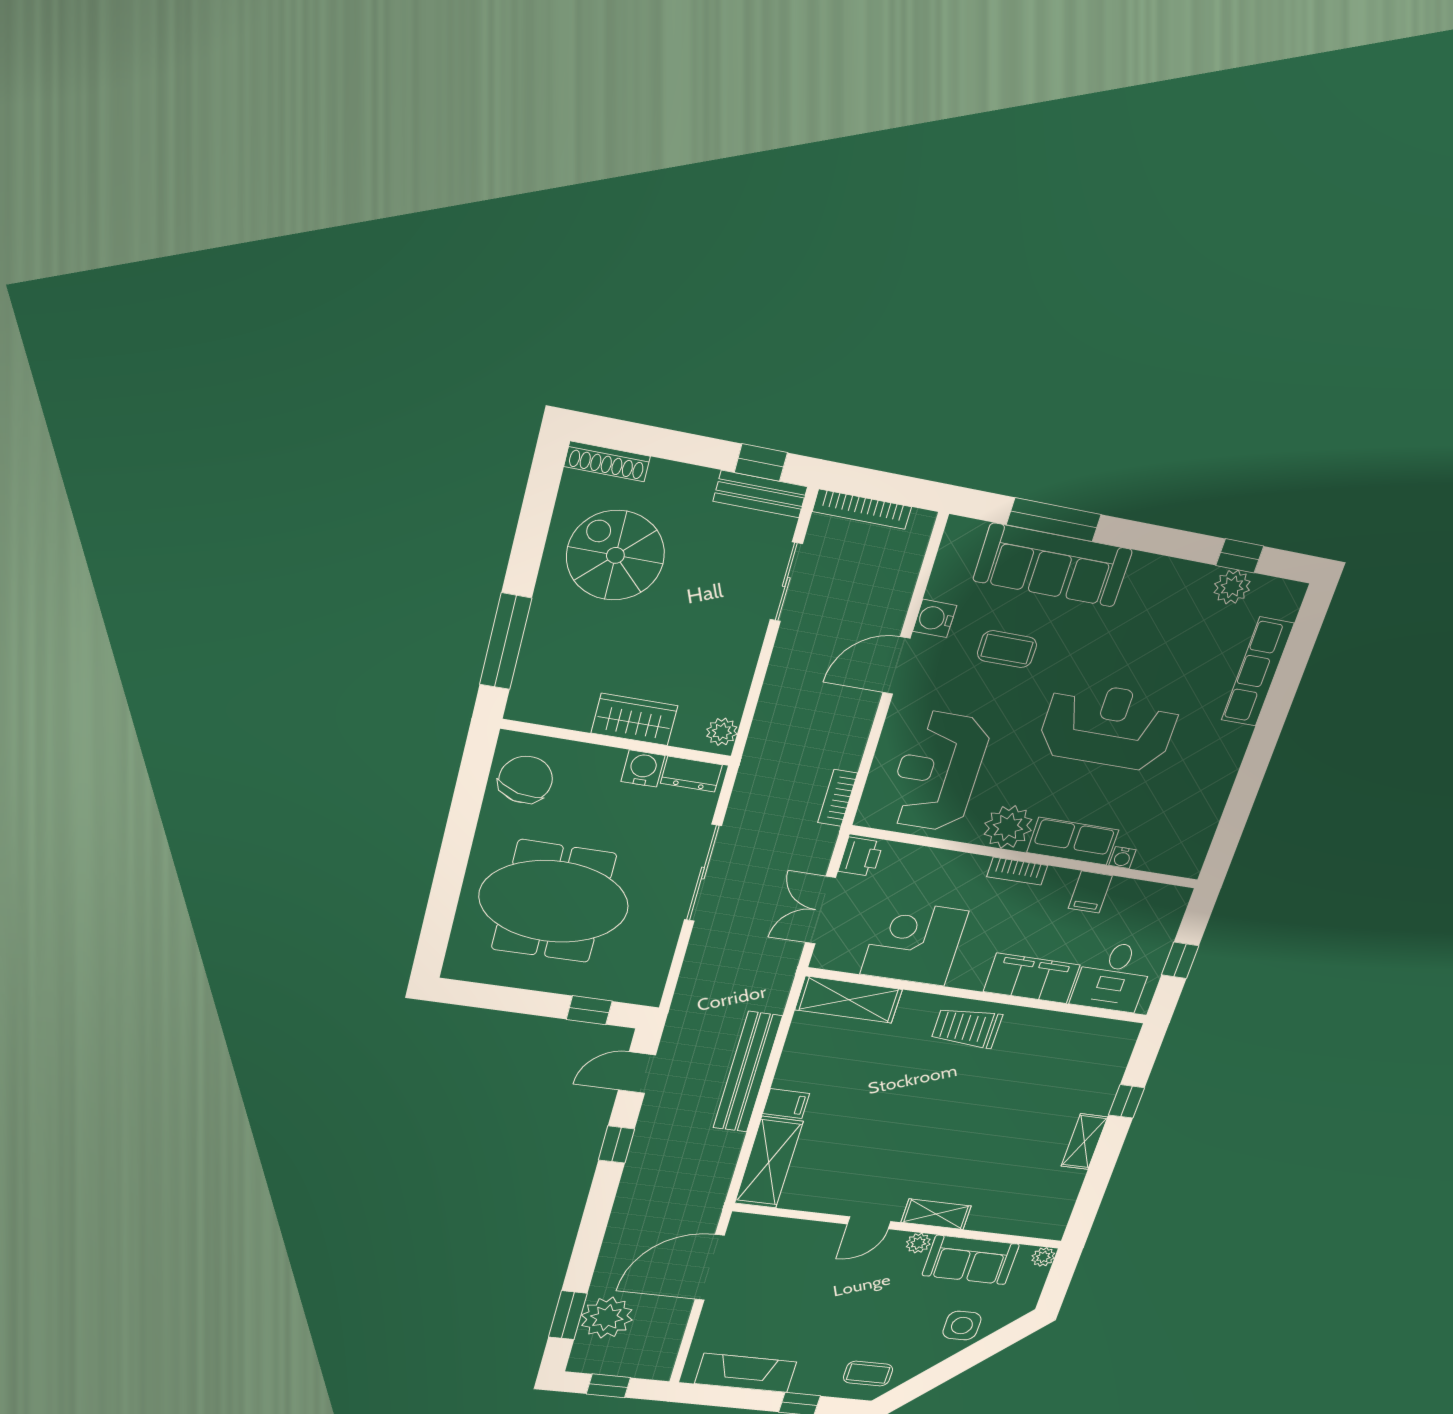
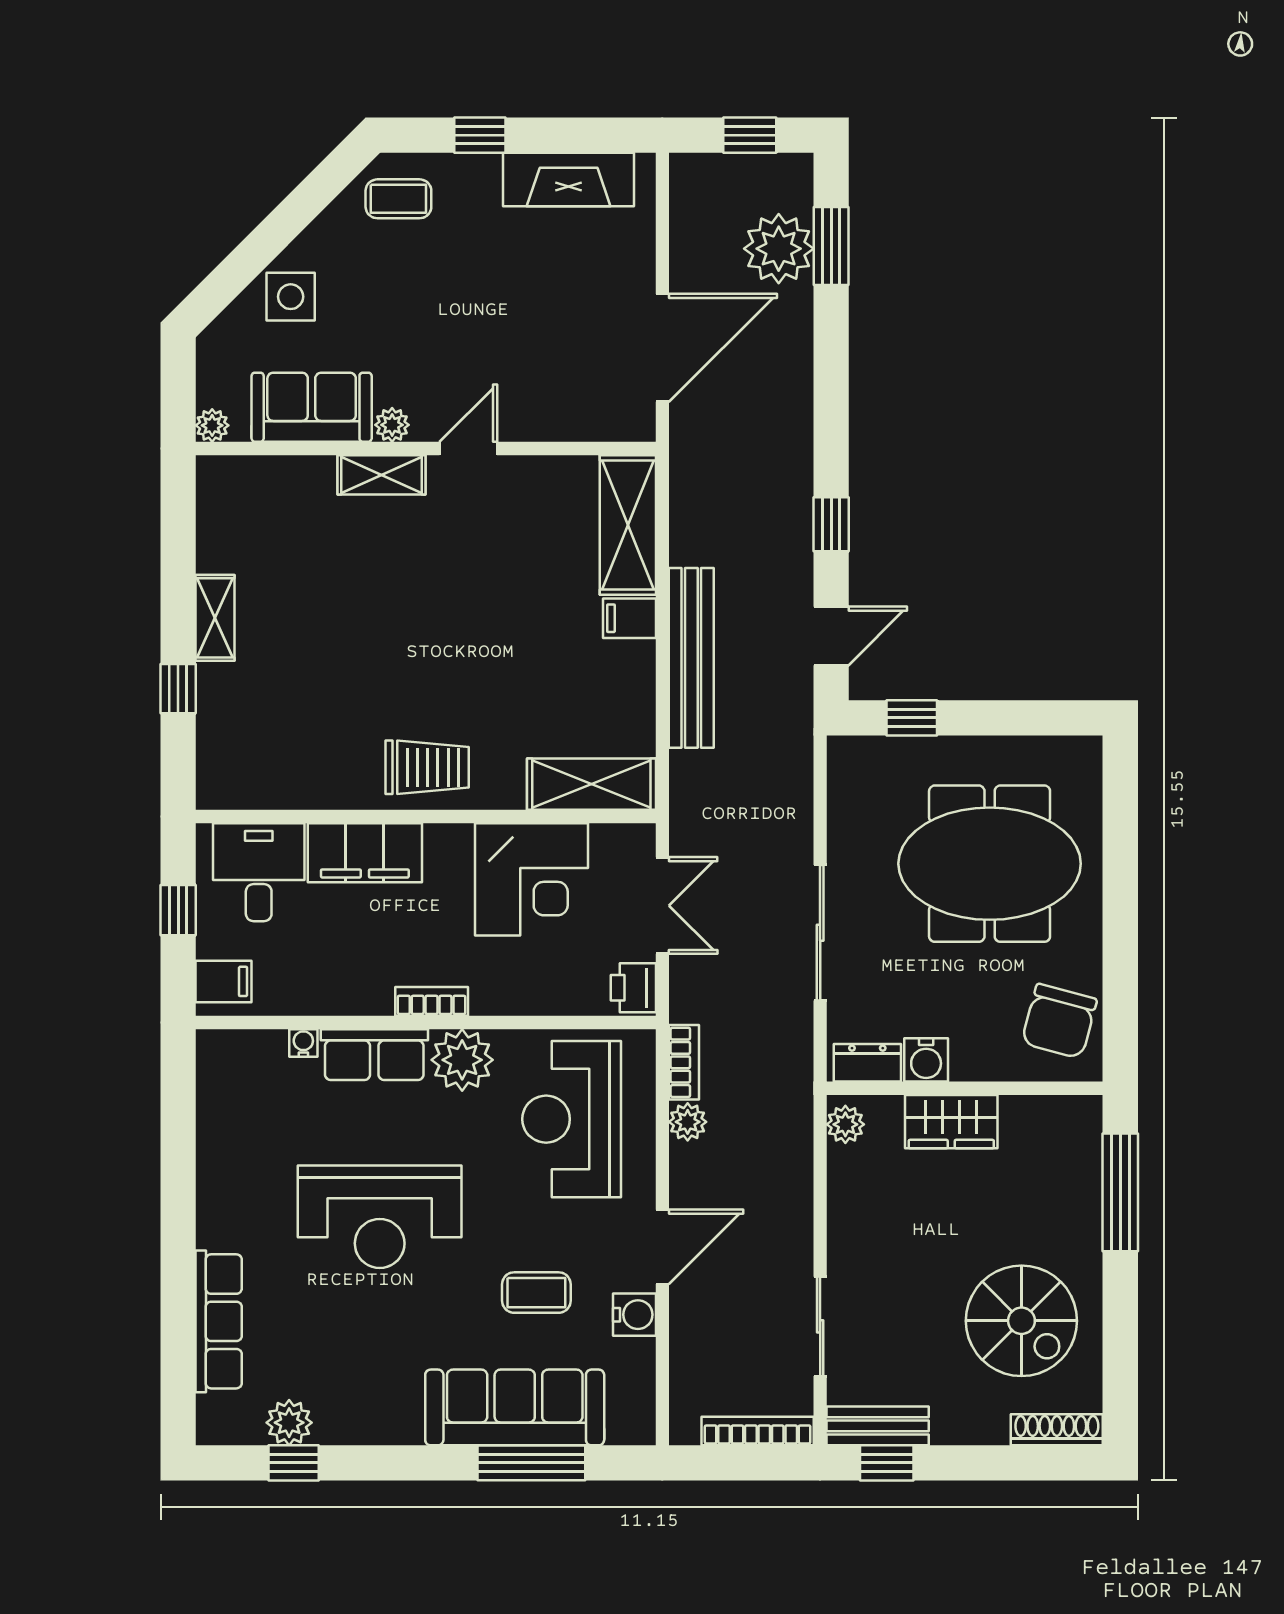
plant: (848, 754) -> (688, 1122), added
reception desk: (938, 771) -> (572, 1119), turned 180
filing cabinet: (1090, 892) -> (224, 981), moved, turned 90

